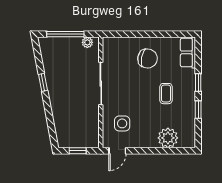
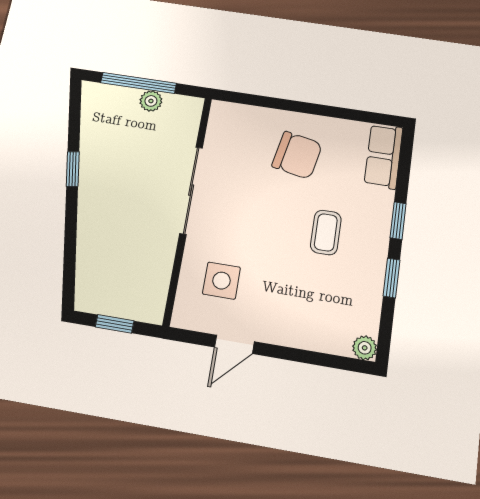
plant: (87, 42) -> (151, 101), moved
plant: (168, 138) -> (365, 348), moved, width x0.53, depth x0.53
door: (117, 151) -> (234, 344), moved

